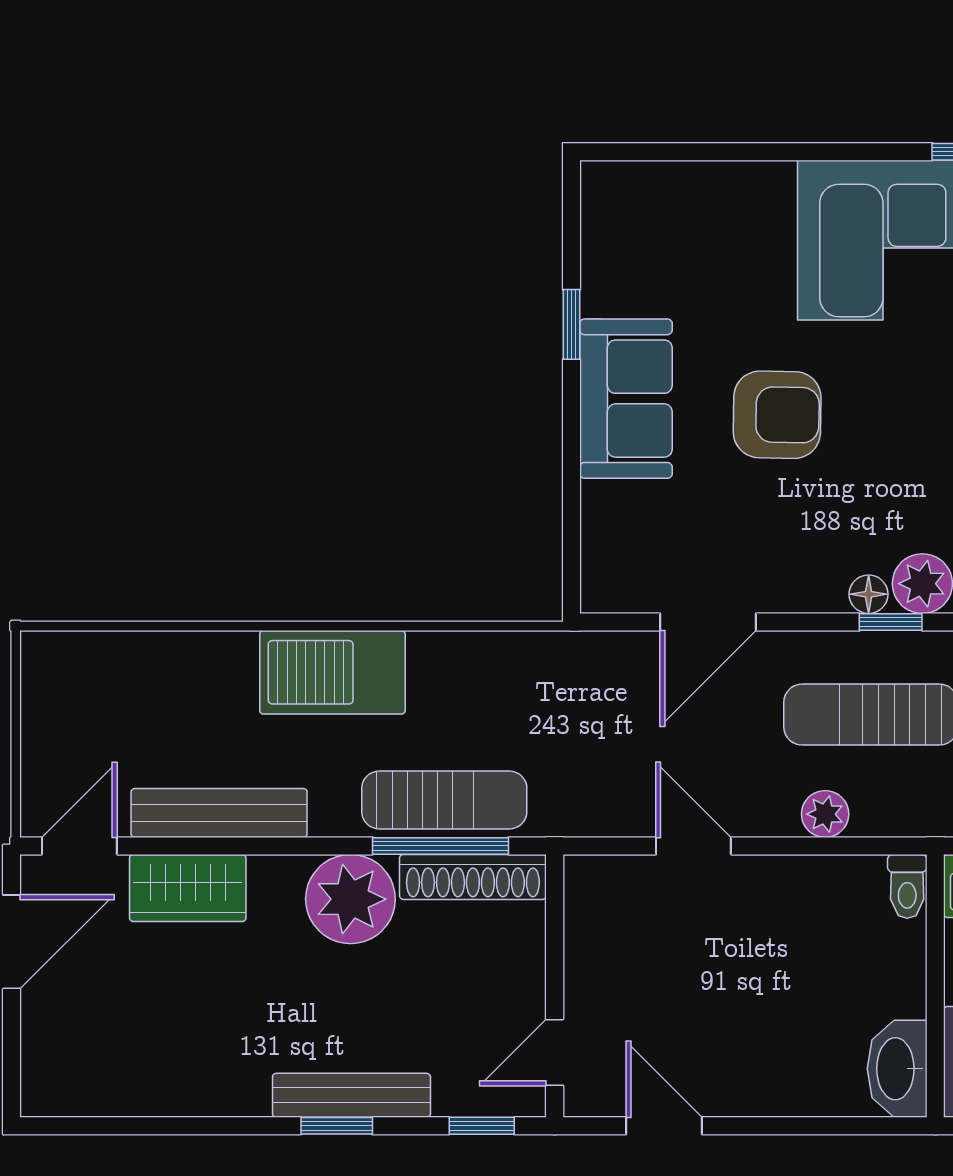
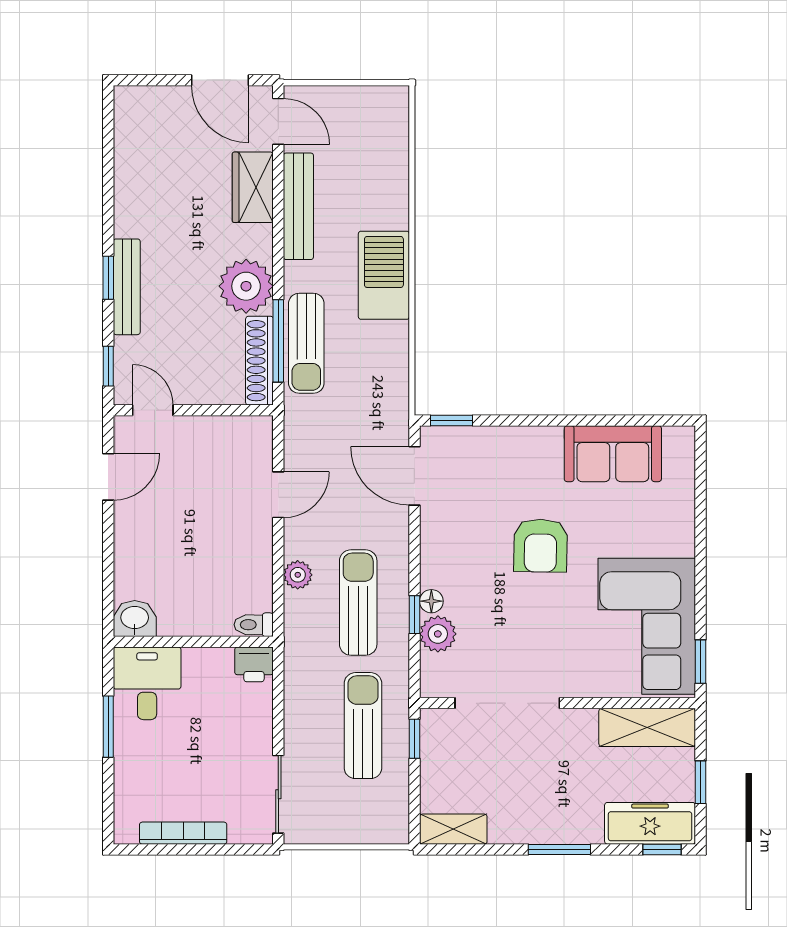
window: (571, 324) -> (451, 421), moved
sofa: (626, 399) -> (613, 454), moved
door: (708, 622) -> (414, 476), moved
washbasin: (897, 1069) -> (135, 619), width x0.72

